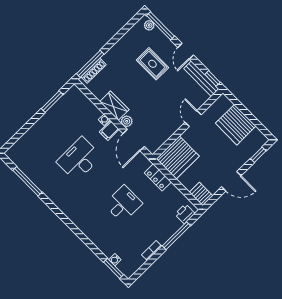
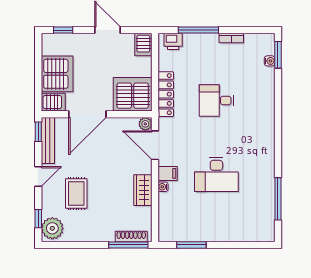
plant: (149, 25) -> (52, 228), width x1.88, depth x1.88
window: (160, 26) -> (38, 219), width x0.46
server rack: (221, 105) -> (53, 102), added
door: (193, 118) -> (87, 114), width x1.87
plant: (127, 121) -> (145, 124), moved
door: (134, 140) -> (155, 145), swing flipped
locker: (158, 177) -> (166, 94), width x1.53

